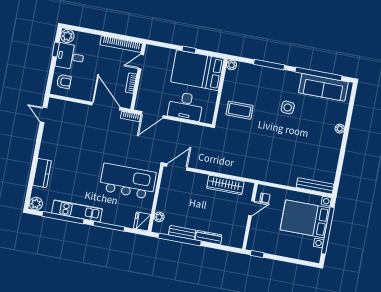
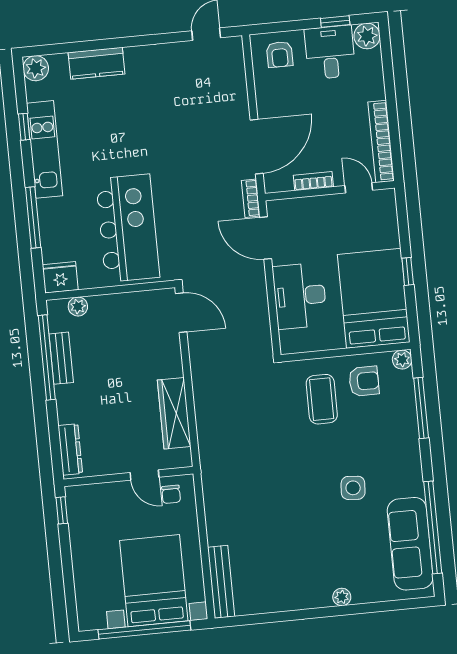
window: (269, 65) -> (421, 408), moved
armchair: (237, 87) -> (364, 381), added
window: (63, 218) -> (24, 127), width x0.32
dresser: (209, 237) -> (70, 449), moved

